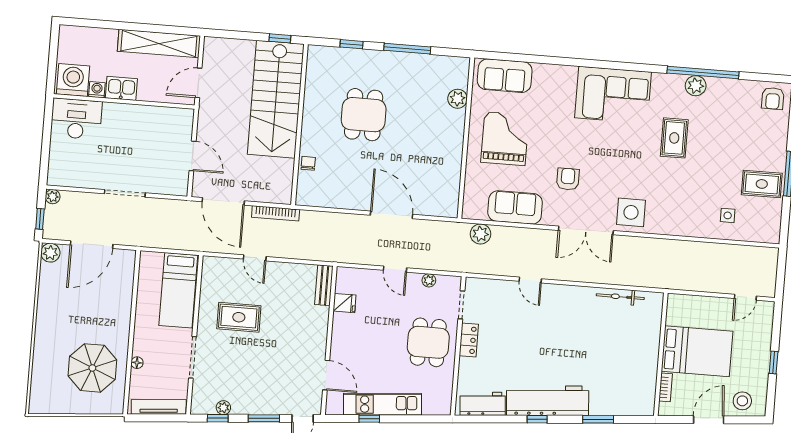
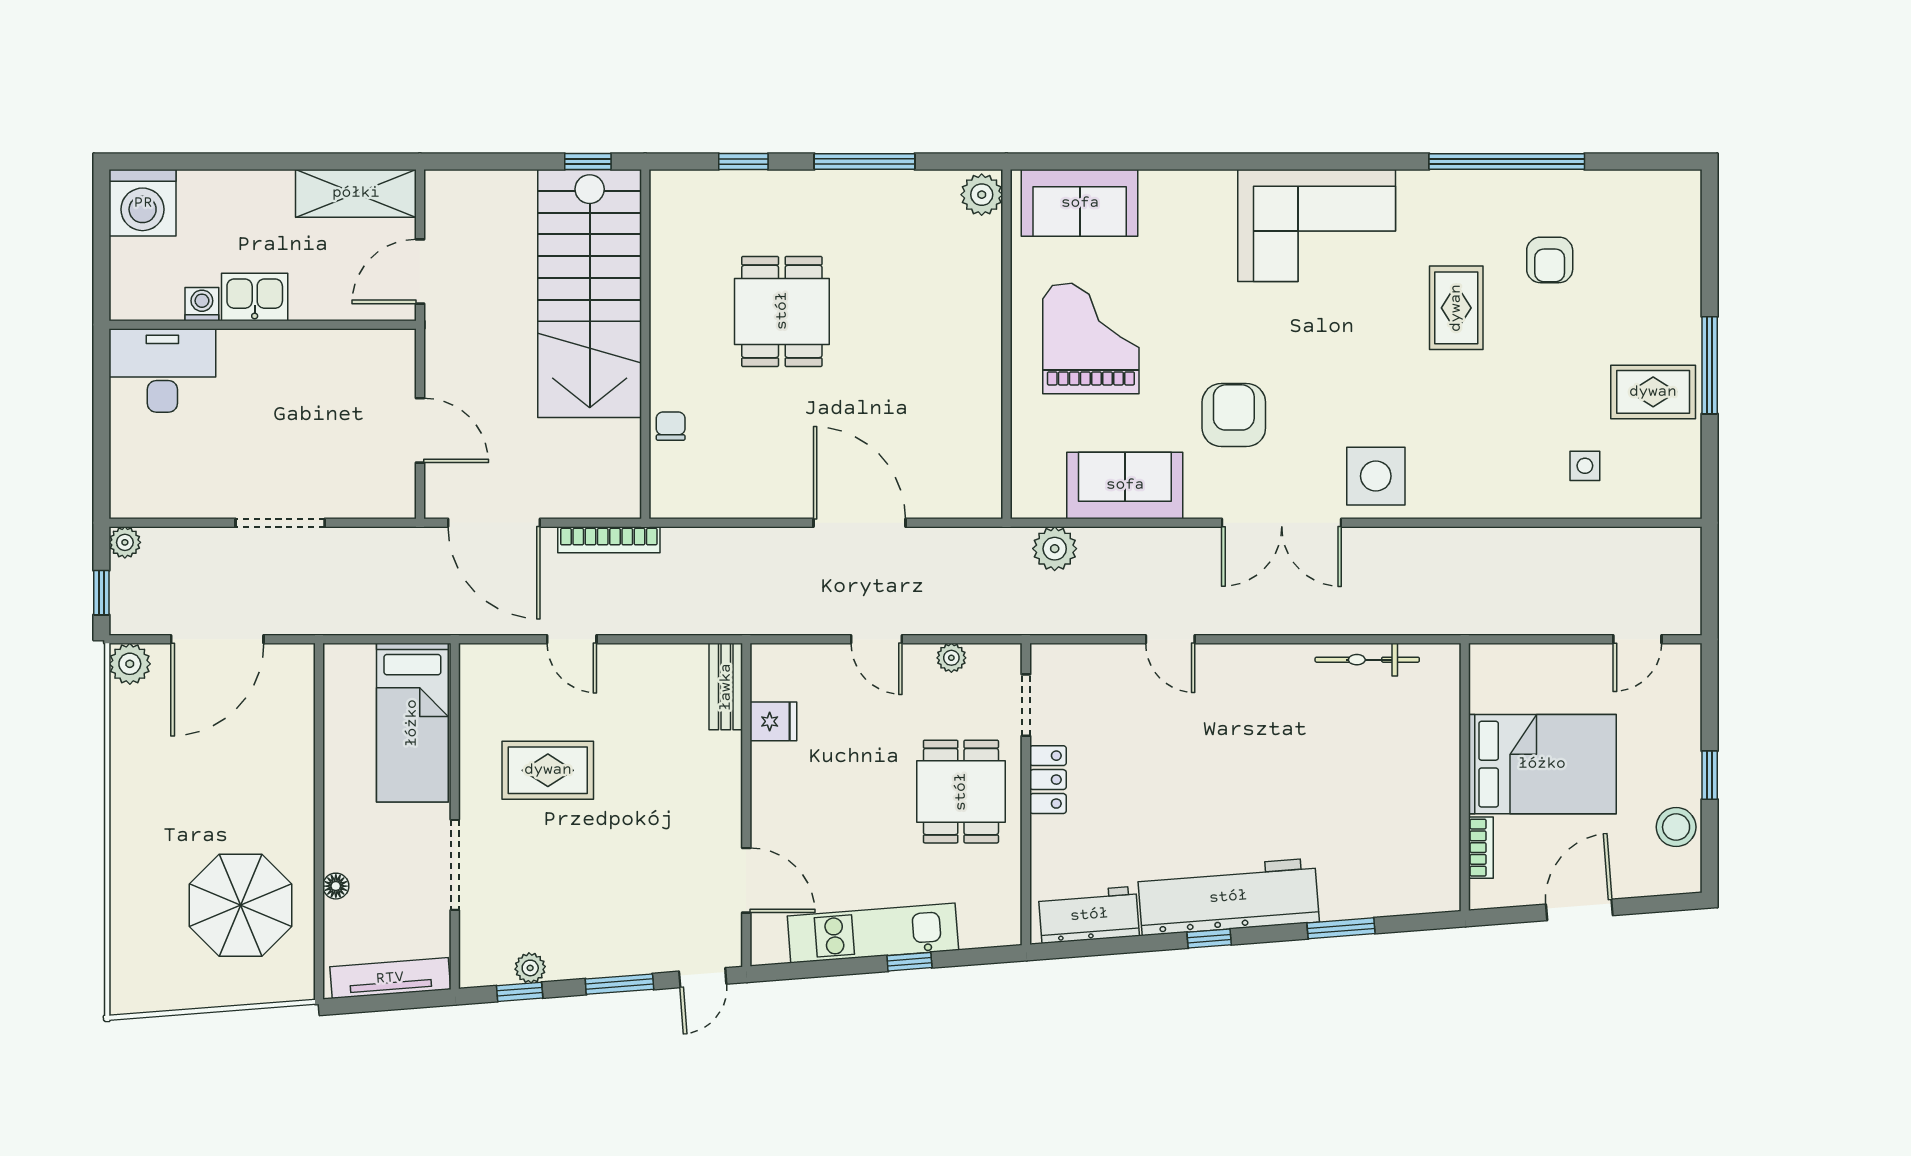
shelving: (159, 43) -> (356, 193), width x0.68
washing machine: (73, 80) -> (143, 203), moved, turned 180
plant: (696, 86) -> (1493, 191), removed
armchair: (773, 98) -> (1550, 260), moved
plant: (458, 99) -> (982, 195), moved
armchair: (568, 179) -> (1234, 415), width x1.38, depth x1.38
stool: (742, 401) -> (1676, 827), moved
window: (369, 419) -> (909, 962), moved

